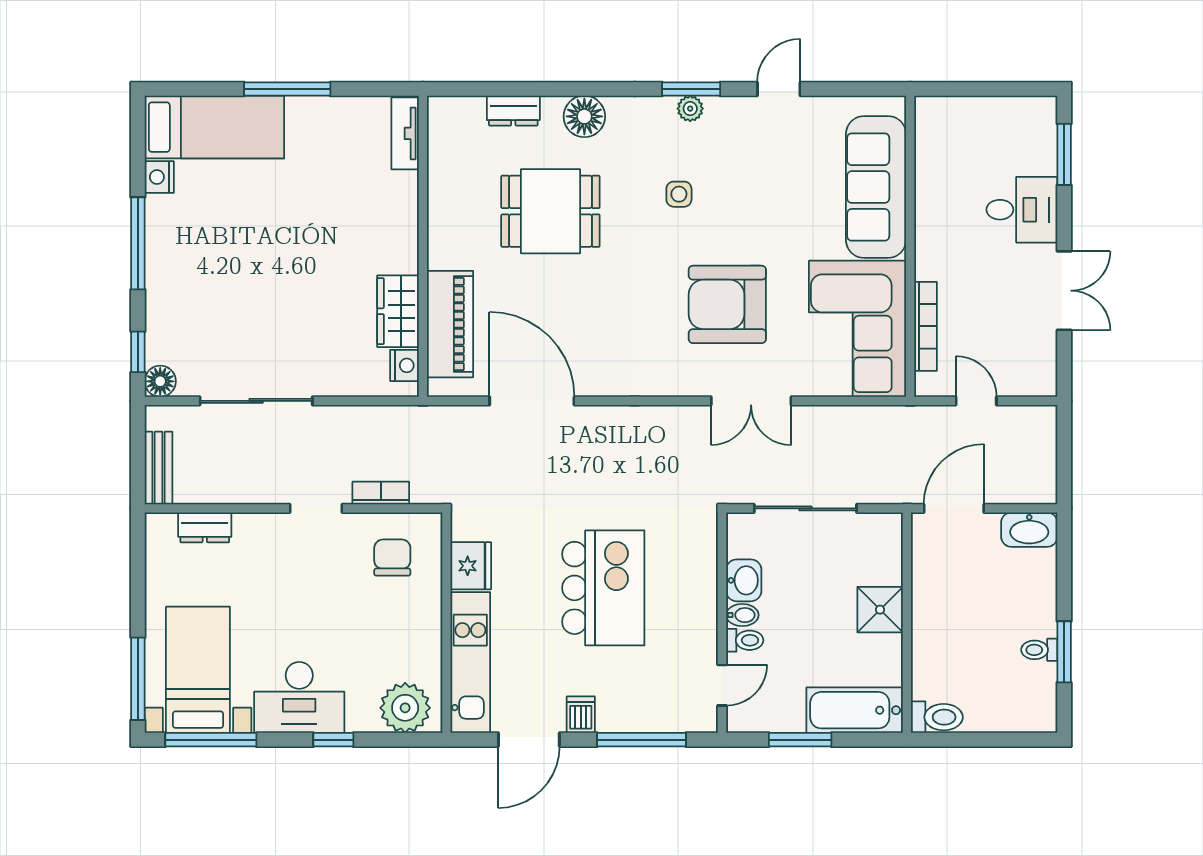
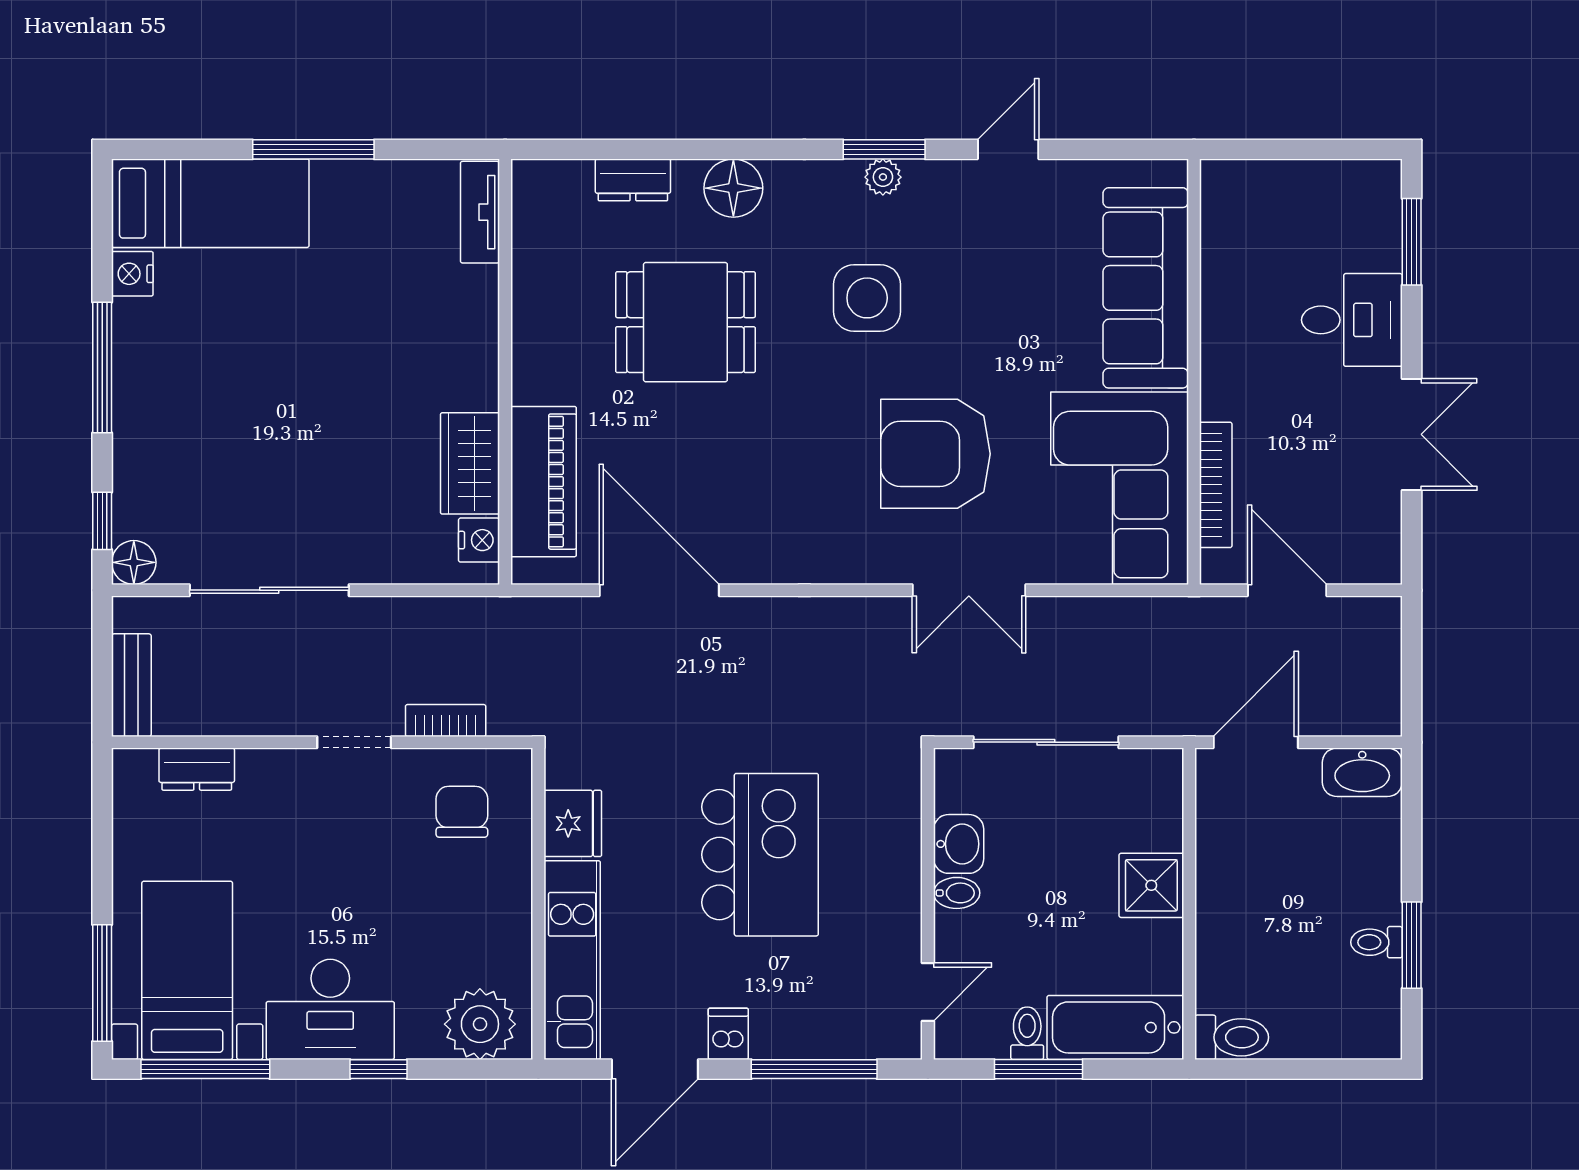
side table: (679, 194) -> (867, 298), width x1.87, depth x1.87
door: (976, 401) -> (1287, 590), width x1.38
toilet: (745, 640) -> (1027, 1033), moved, turned -90

